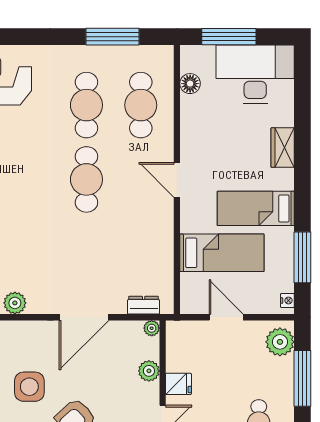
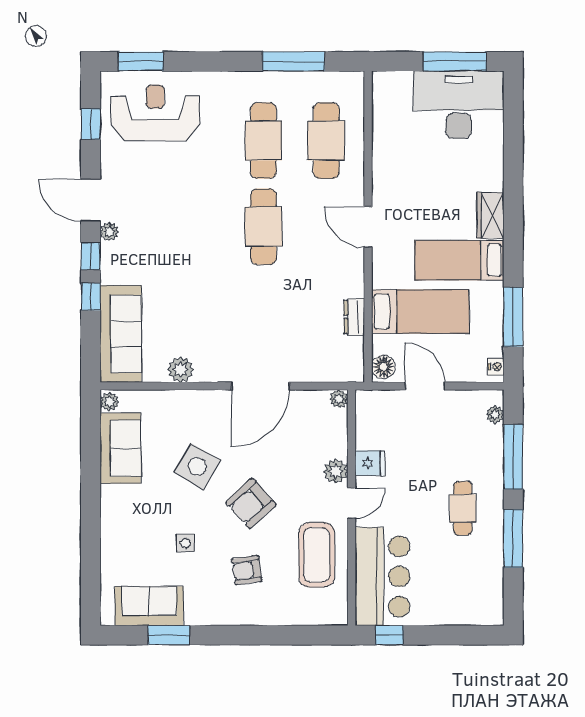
window: (229, 37) -> (455, 61), moved
floor lamp: (190, 84) -> (383, 367), moved
wardrobe: (283, 148) -> (490, 215), moved
dresser: (144, 305) -> (354, 317), moved, turned -90
plant: (280, 342) -> (495, 415), width x0.53, depth x0.53
plant: (149, 371) -> (336, 471), moved
side table: (29, 387) -> (197, 466), turned 30

